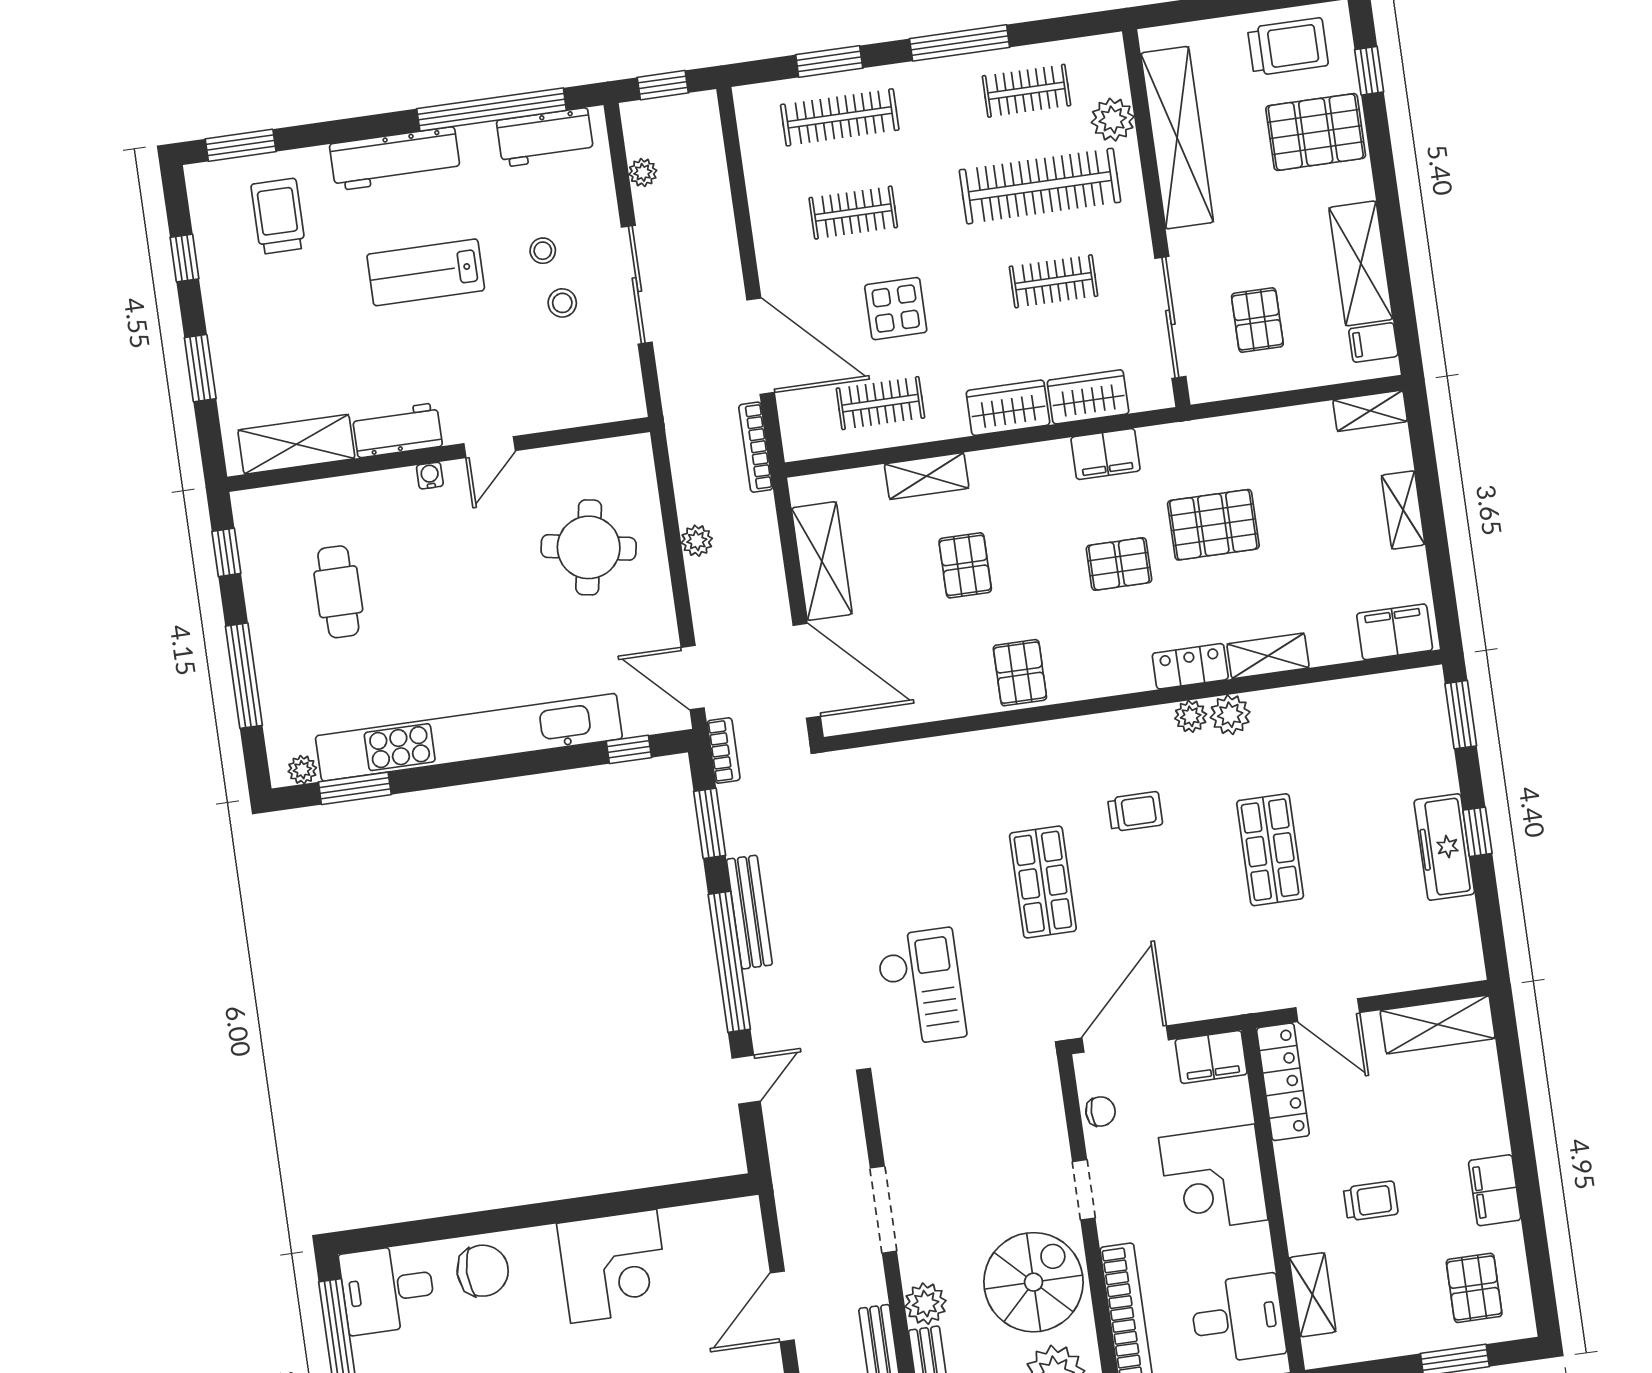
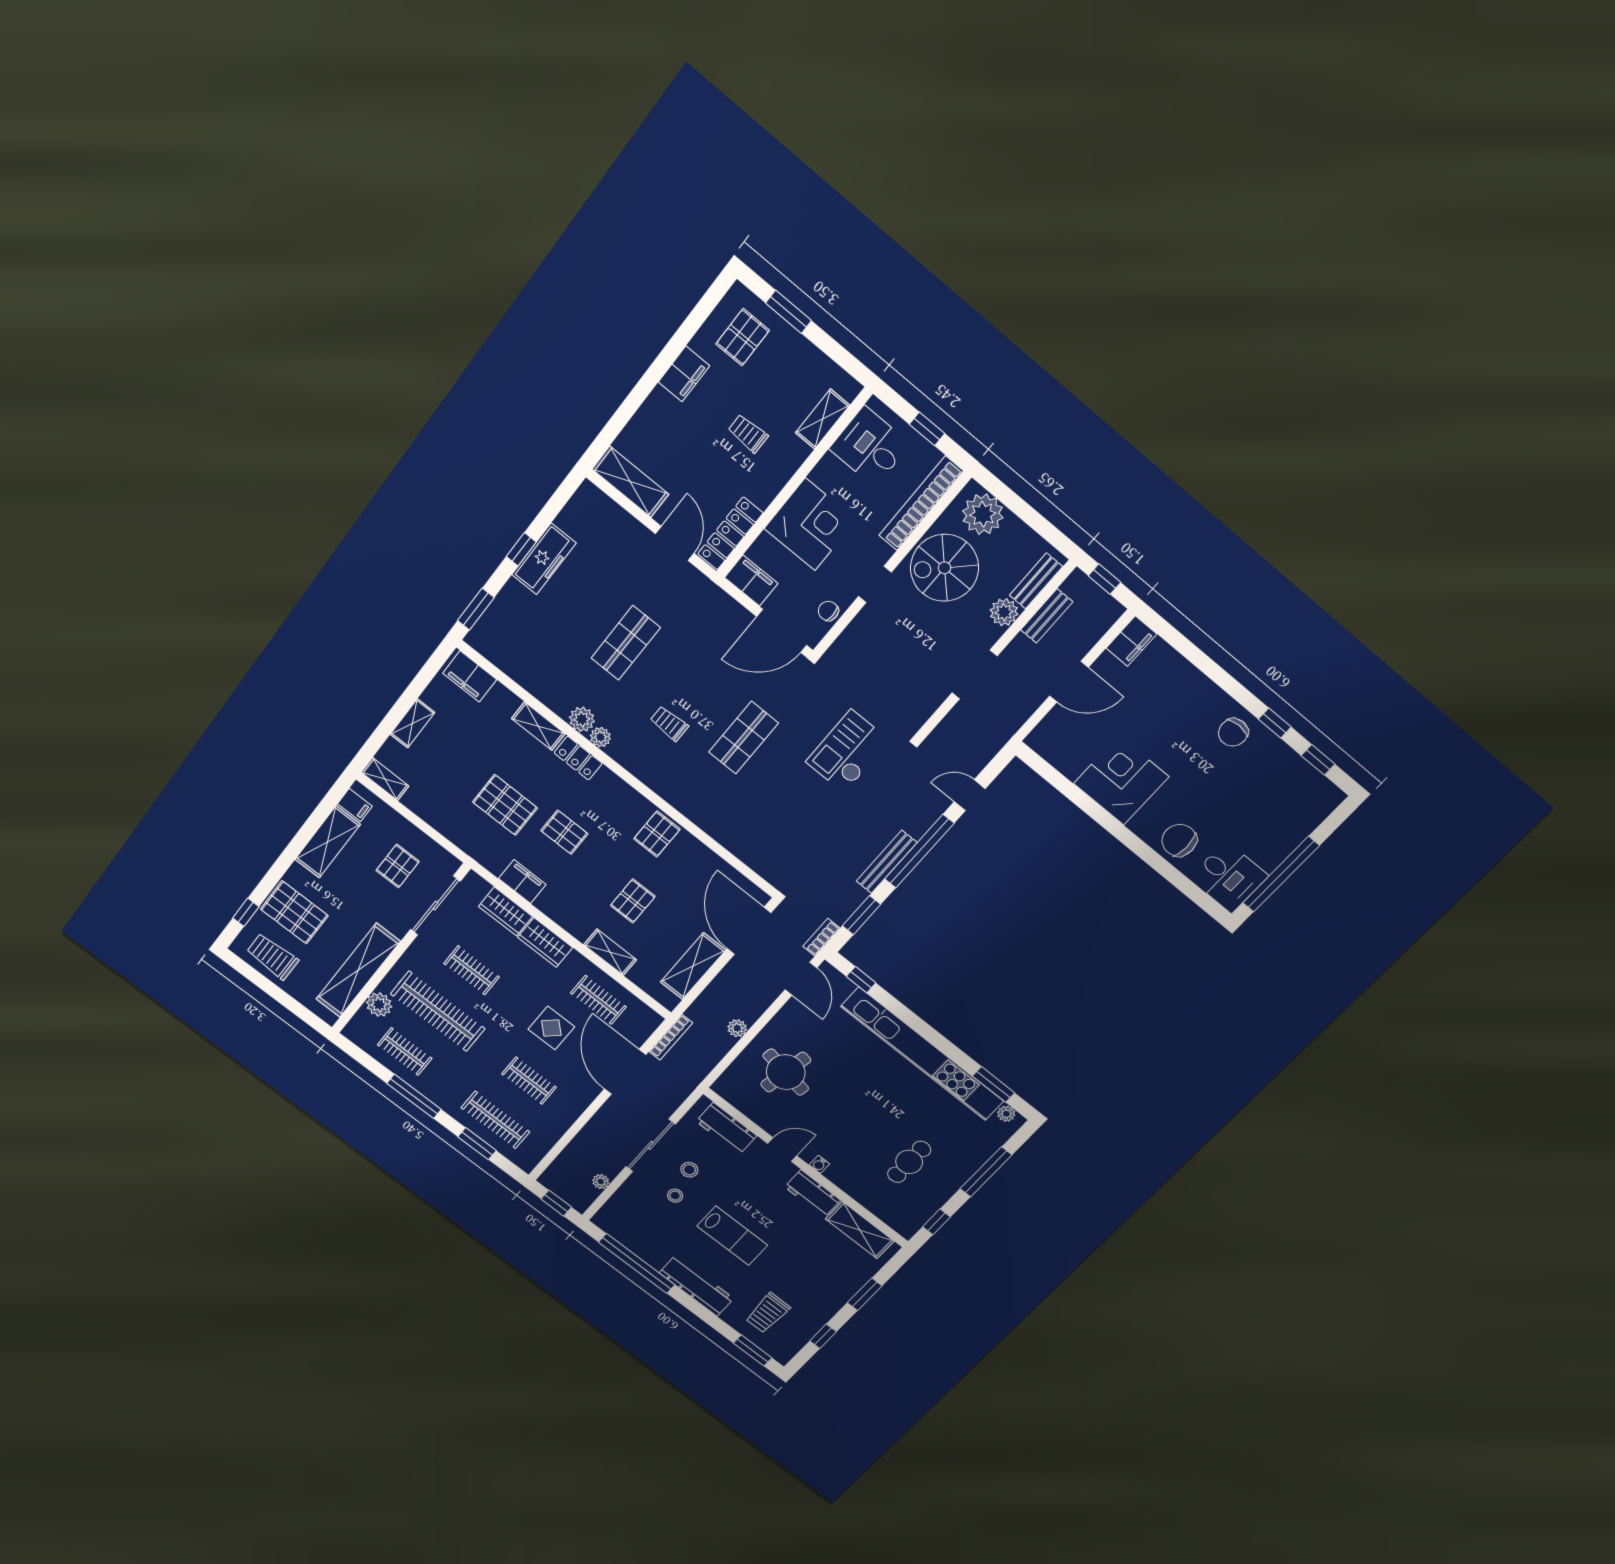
workbench: (545, 137) -> (726, 1128), moved, turned 180

